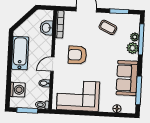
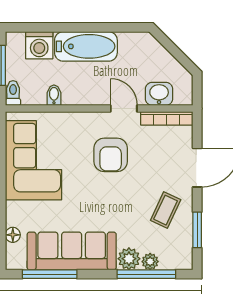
bathtub: (20, 53) -> (86, 46), moved
armchair: (77, 55) -> (111, 155), turned 180
door: (52, 64) -> (124, 109), moved
sofa: (127, 78) -> (72, 251), width x1.36

